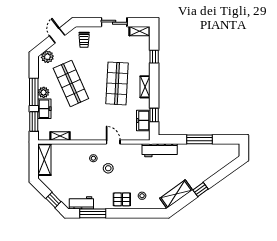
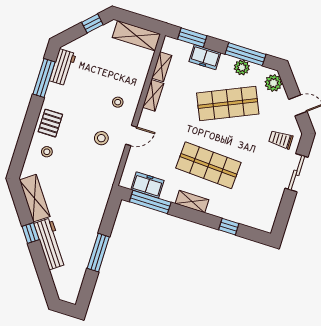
sliding door: (114, 22) -> (296, 173), moved
shelving: (139, 31) -> (153, 95), moved
window: (34, 92) -> (245, 54), moved
plant: (44, 92) -> (242, 67), moved
window: (154, 115) -> (150, 202), width x2.17
workbench: (160, 150) -> (50, 244), moved, turned 144
stool: (108, 168) -> (101, 138), moved
window: (53, 200) -> (92, 23), moved

